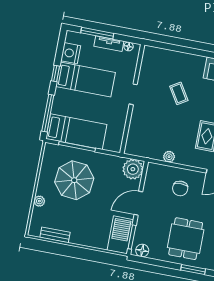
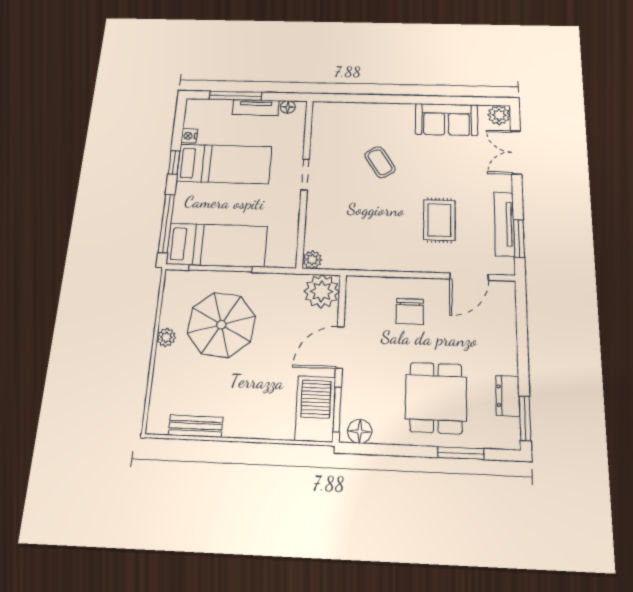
nightstand: (71, 53) -> (189, 136), width x0.53, depth x0.56
plant: (169, 157) -> (312, 260), moved
plant: (39, 201) -> (166, 337), moved

